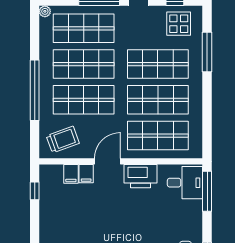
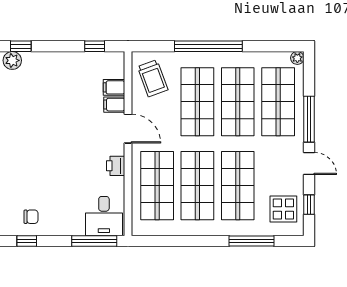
printer: (140, 176) -> (116, 166), width x0.53, depth x0.68

